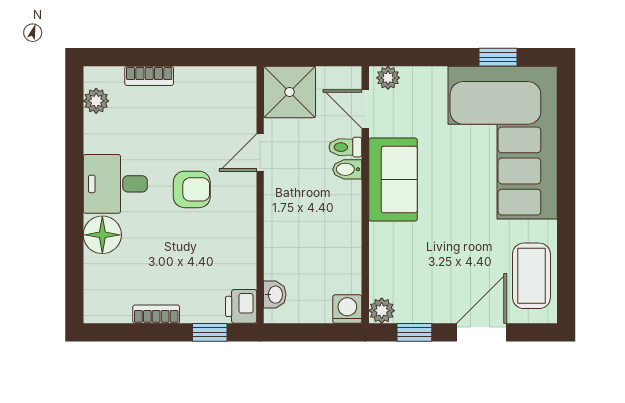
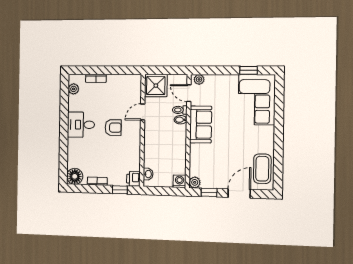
corner sofa: (503, 143) -> (257, 100), width x0.73, depth x0.74
floor lamp: (102, 235) -> (75, 176), moved

